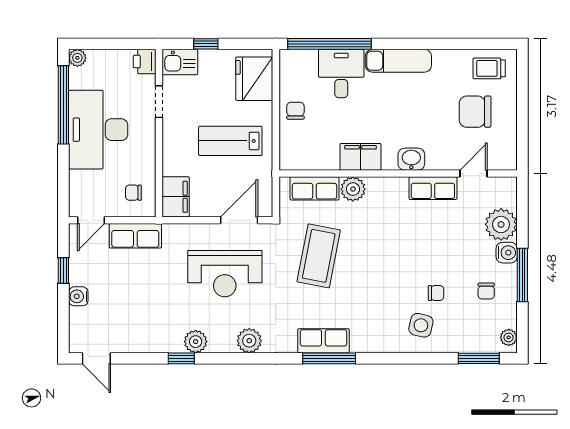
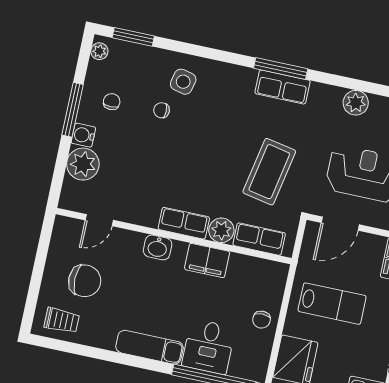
row of seats: (433, 188) -> (184, 223), moved

